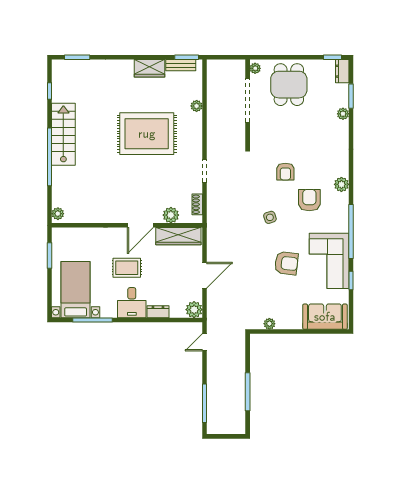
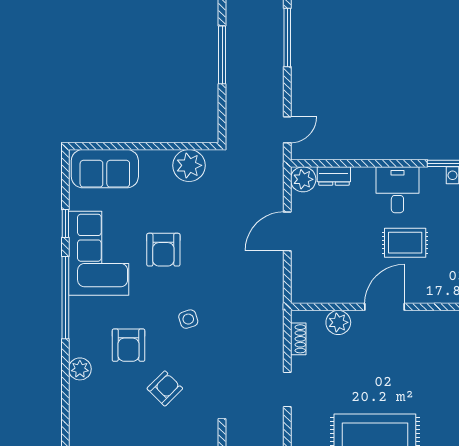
armchair: (285, 172) -> (165, 388), turned 45
wardrobe: (178, 236) -> (327, 291), removed
armchair: (286, 263) -> (163, 250), turned -97
dresser: (158, 312) -> (334, 176), moved
plant: (269, 324) -> (189, 165), width x1.88, depth x1.88

